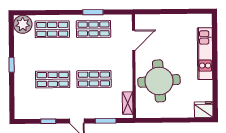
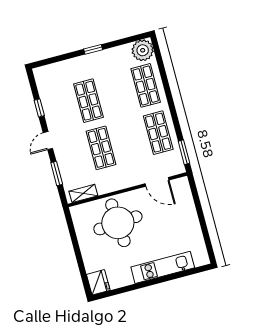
window: (93, 12) -> (184, 152), moved

